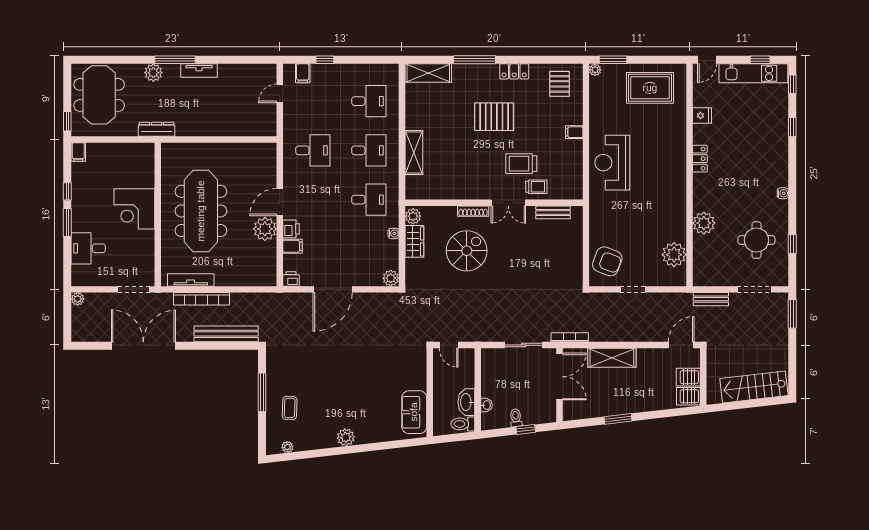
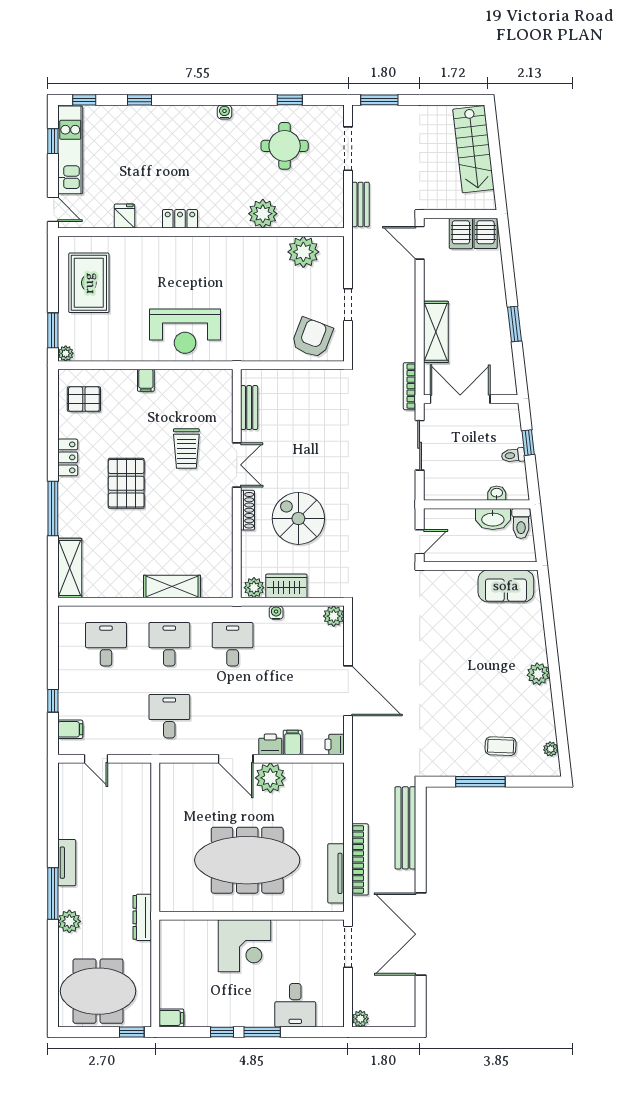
trolley: (536, 187) -> (216, 429), removed

